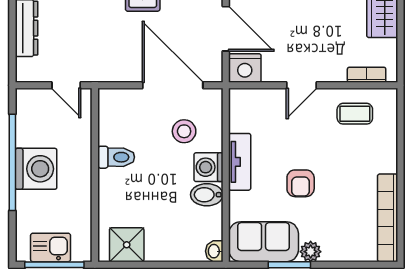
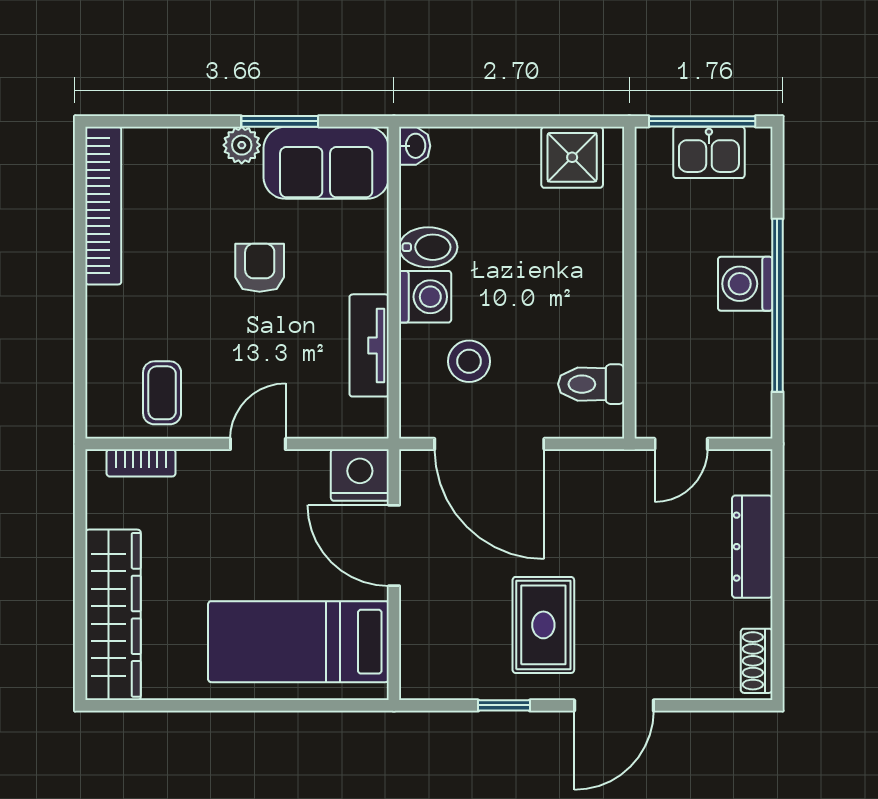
door: (66, 85) -> (681, 444), swing flipped
coffee table: (355, 114) -> (162, 393), turned 90
toilet: (116, 157) -> (591, 384), moved
tv unit: (240, 162) -> (369, 345), moved
washing machine: (36, 169) -> (745, 284), width x0.73, depth x0.73

